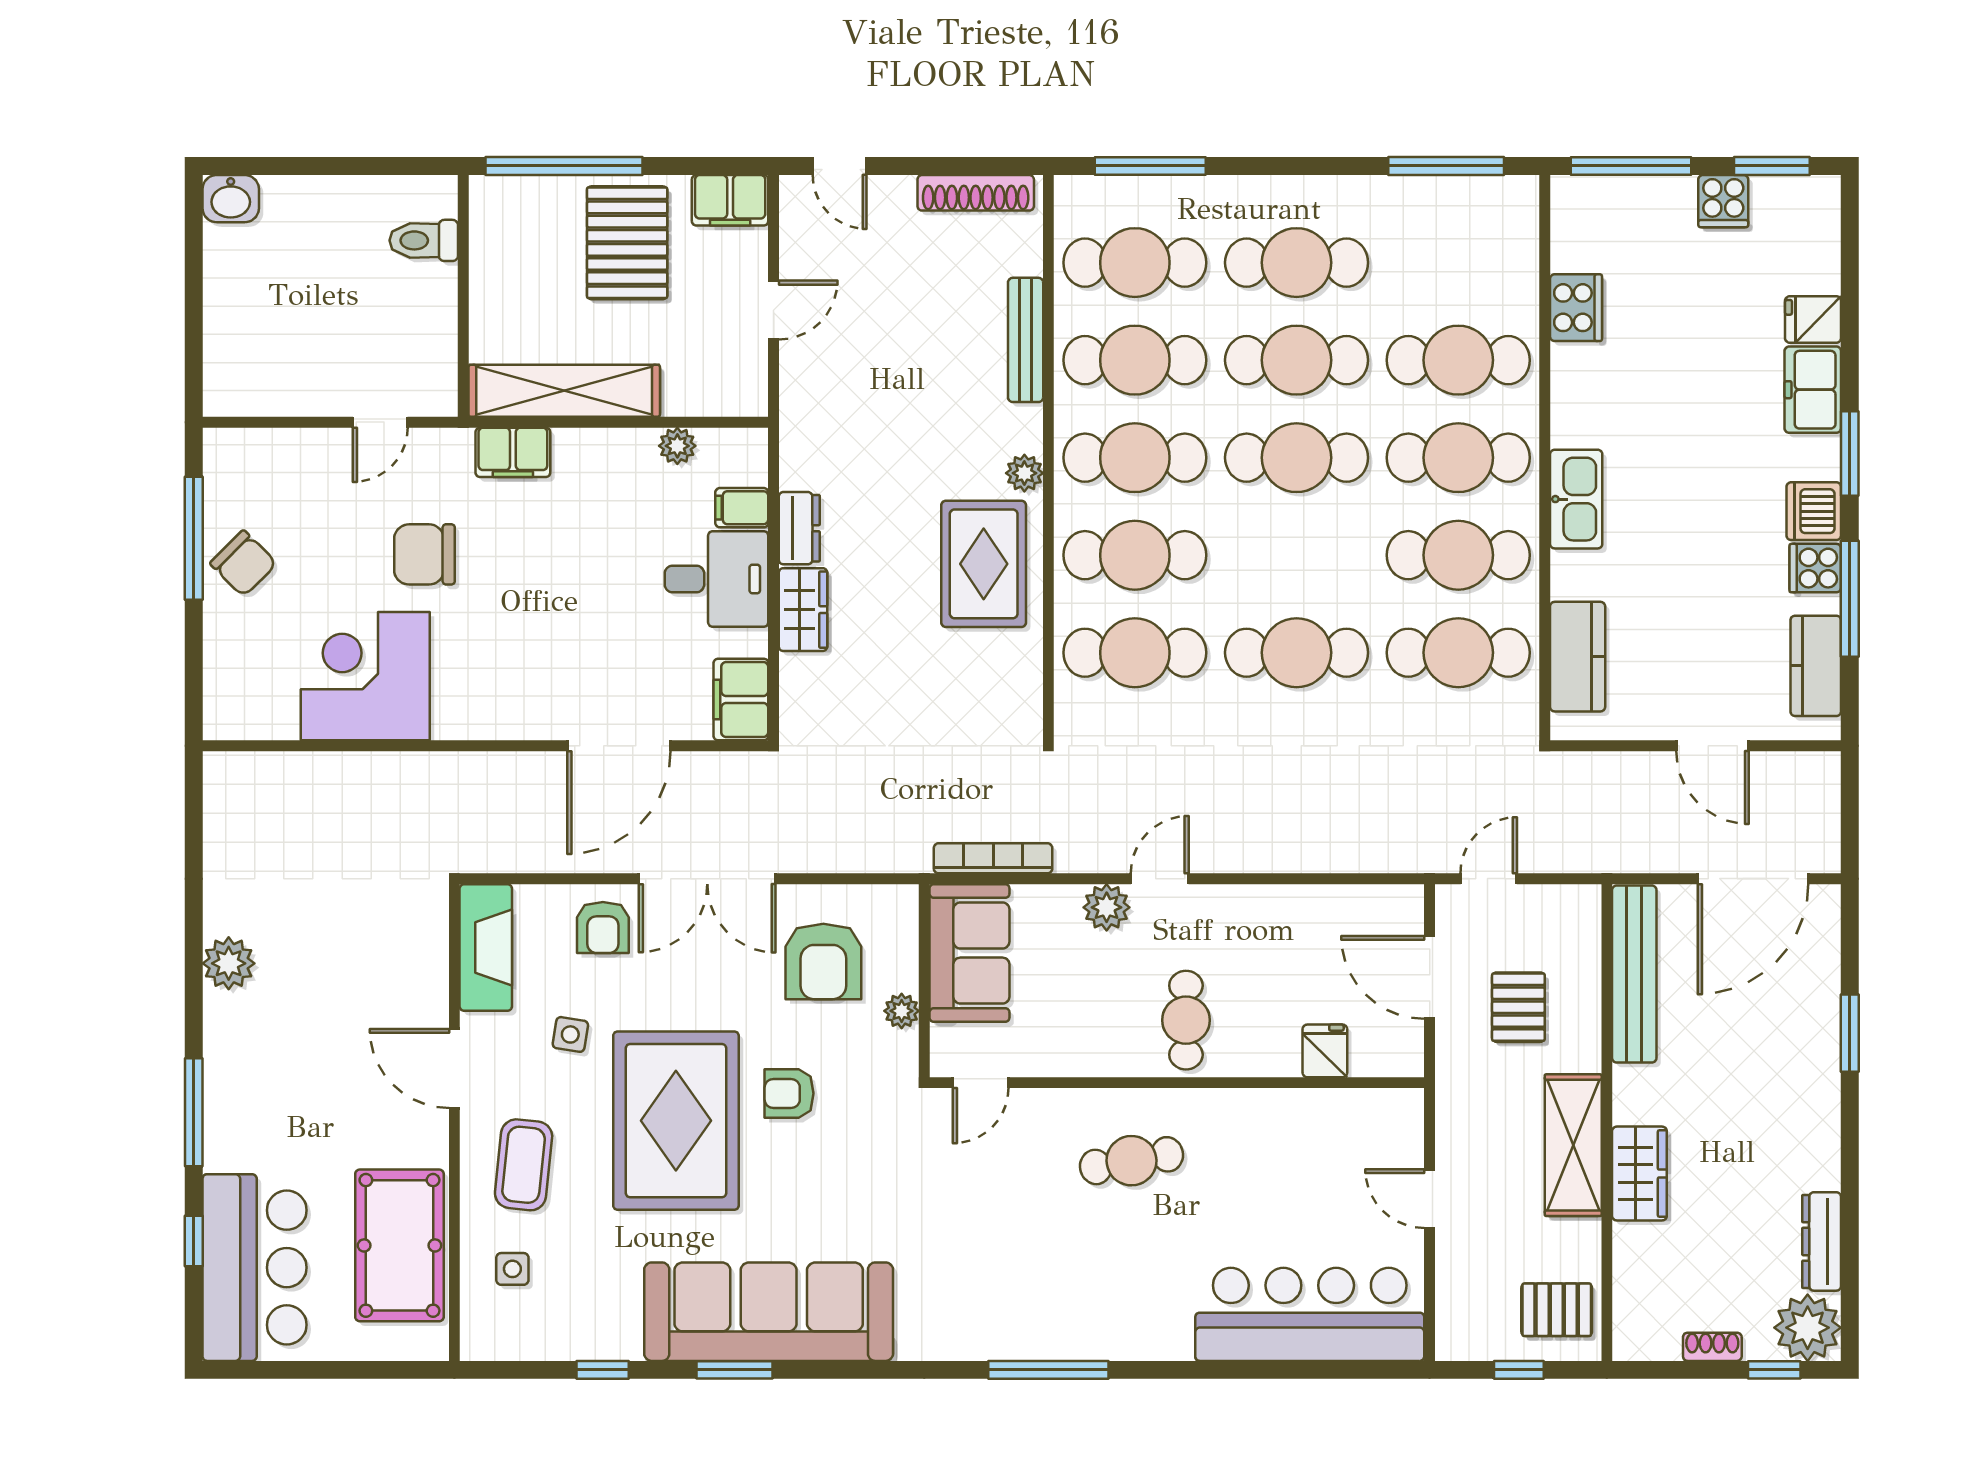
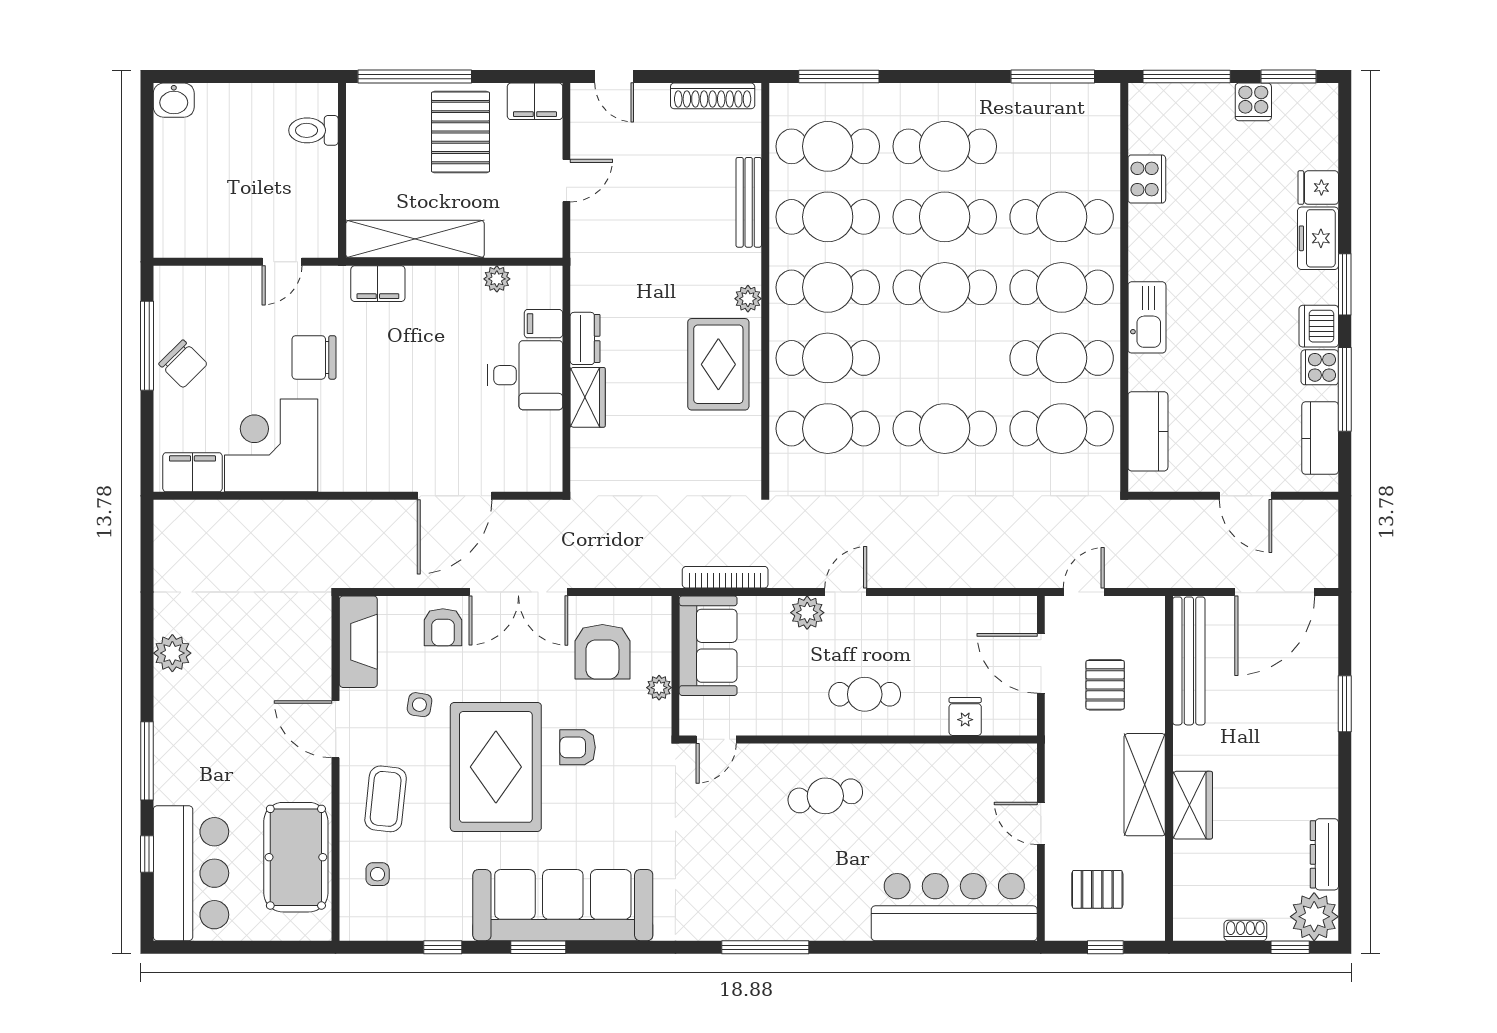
filing cabinet: (741, 700) -> (192, 472), moved, turned 90
cafe table: (1186, 1020) -> (865, 694), turned 90
pallet: (1557, 1310) -> (1097, 889), moved

